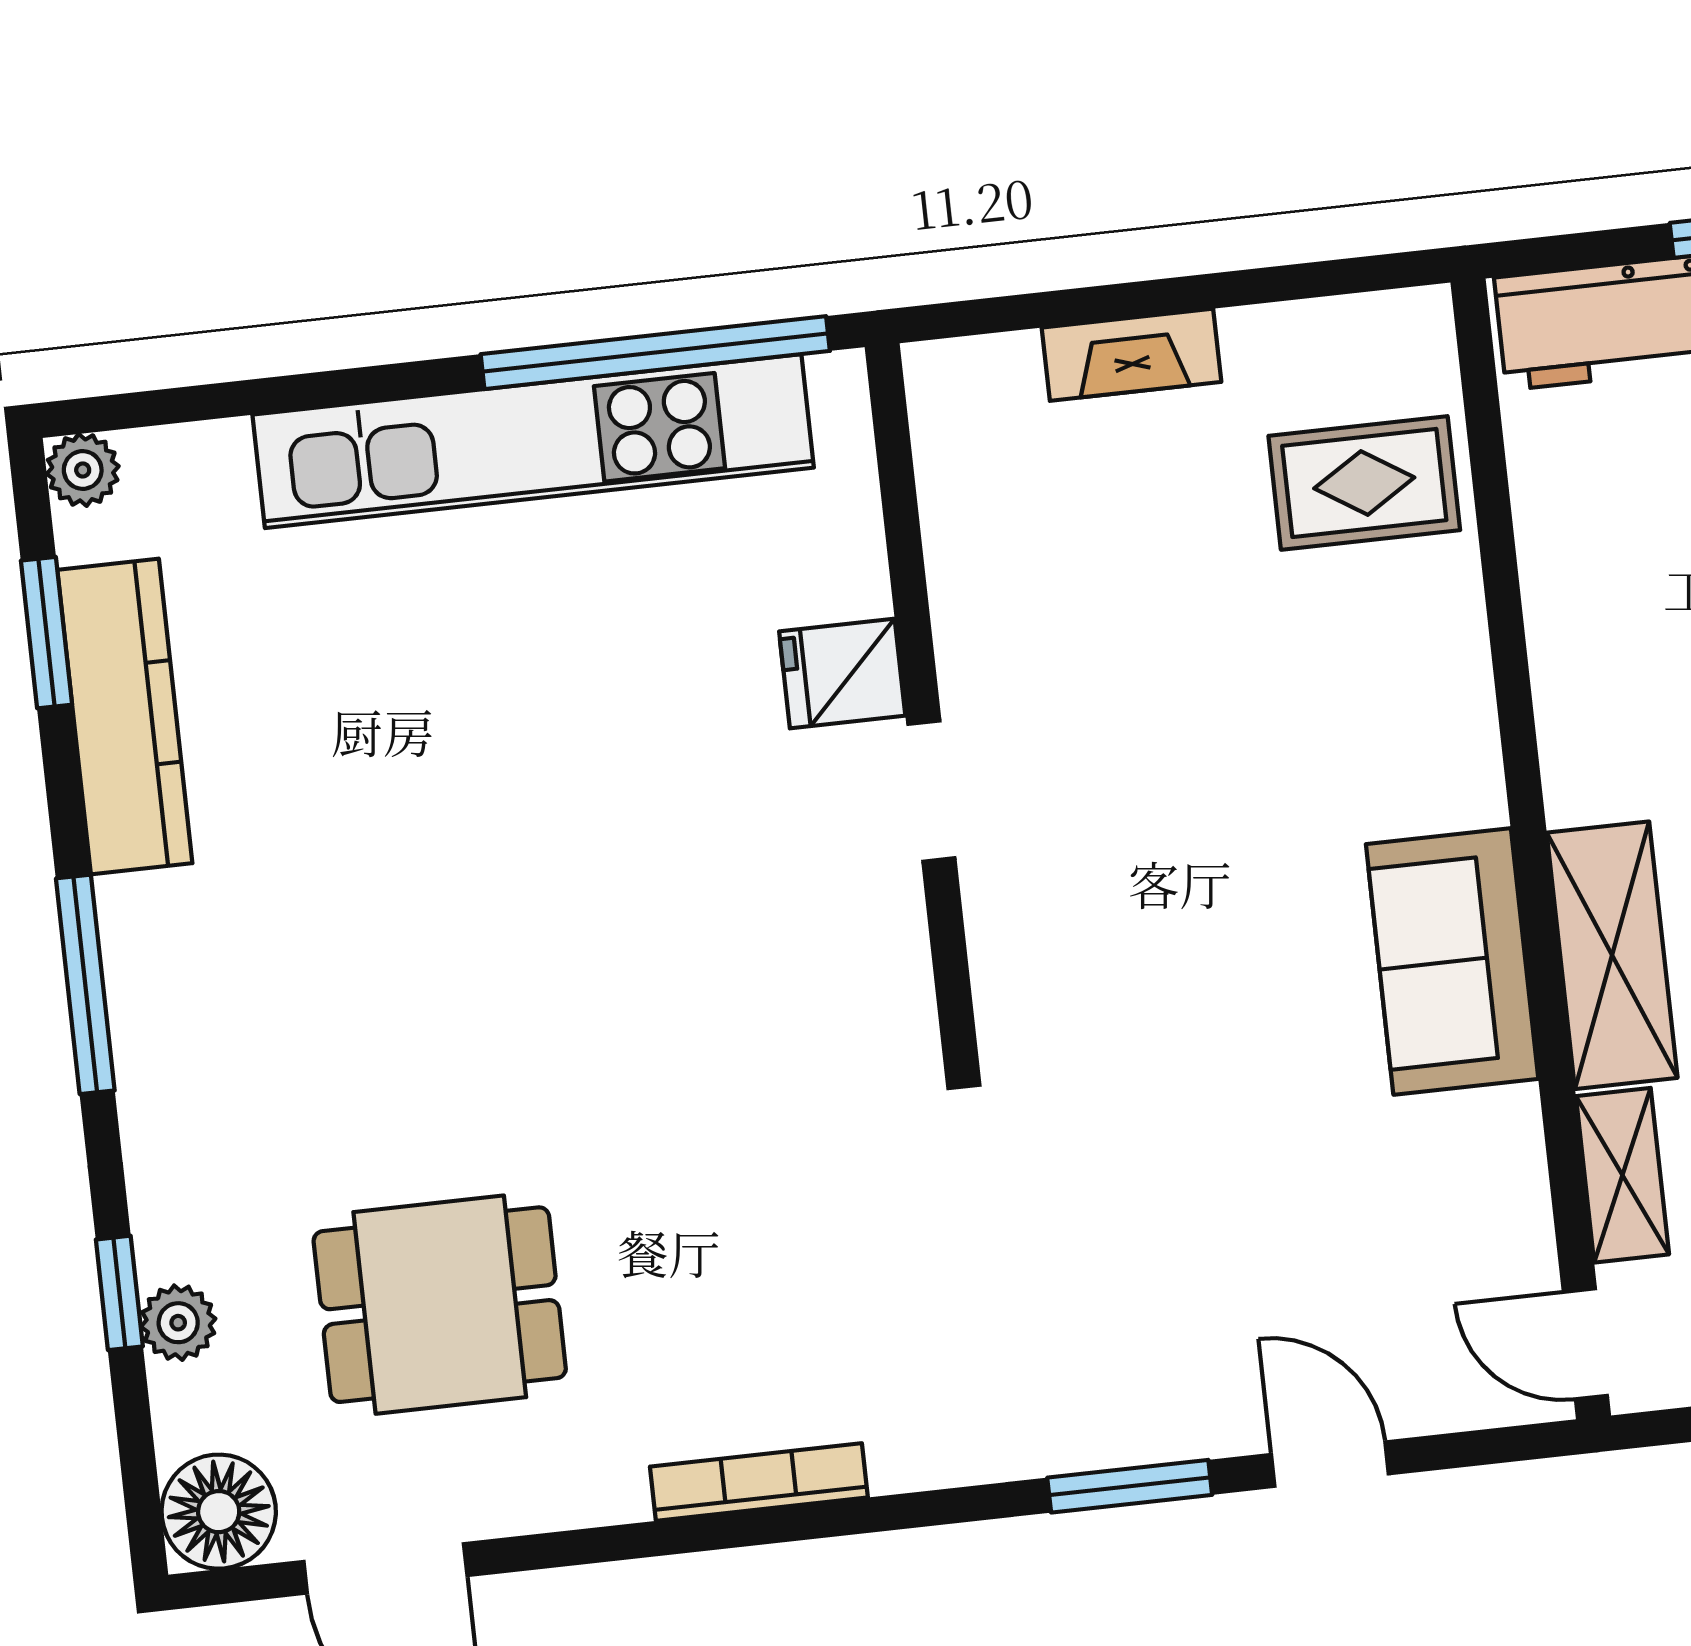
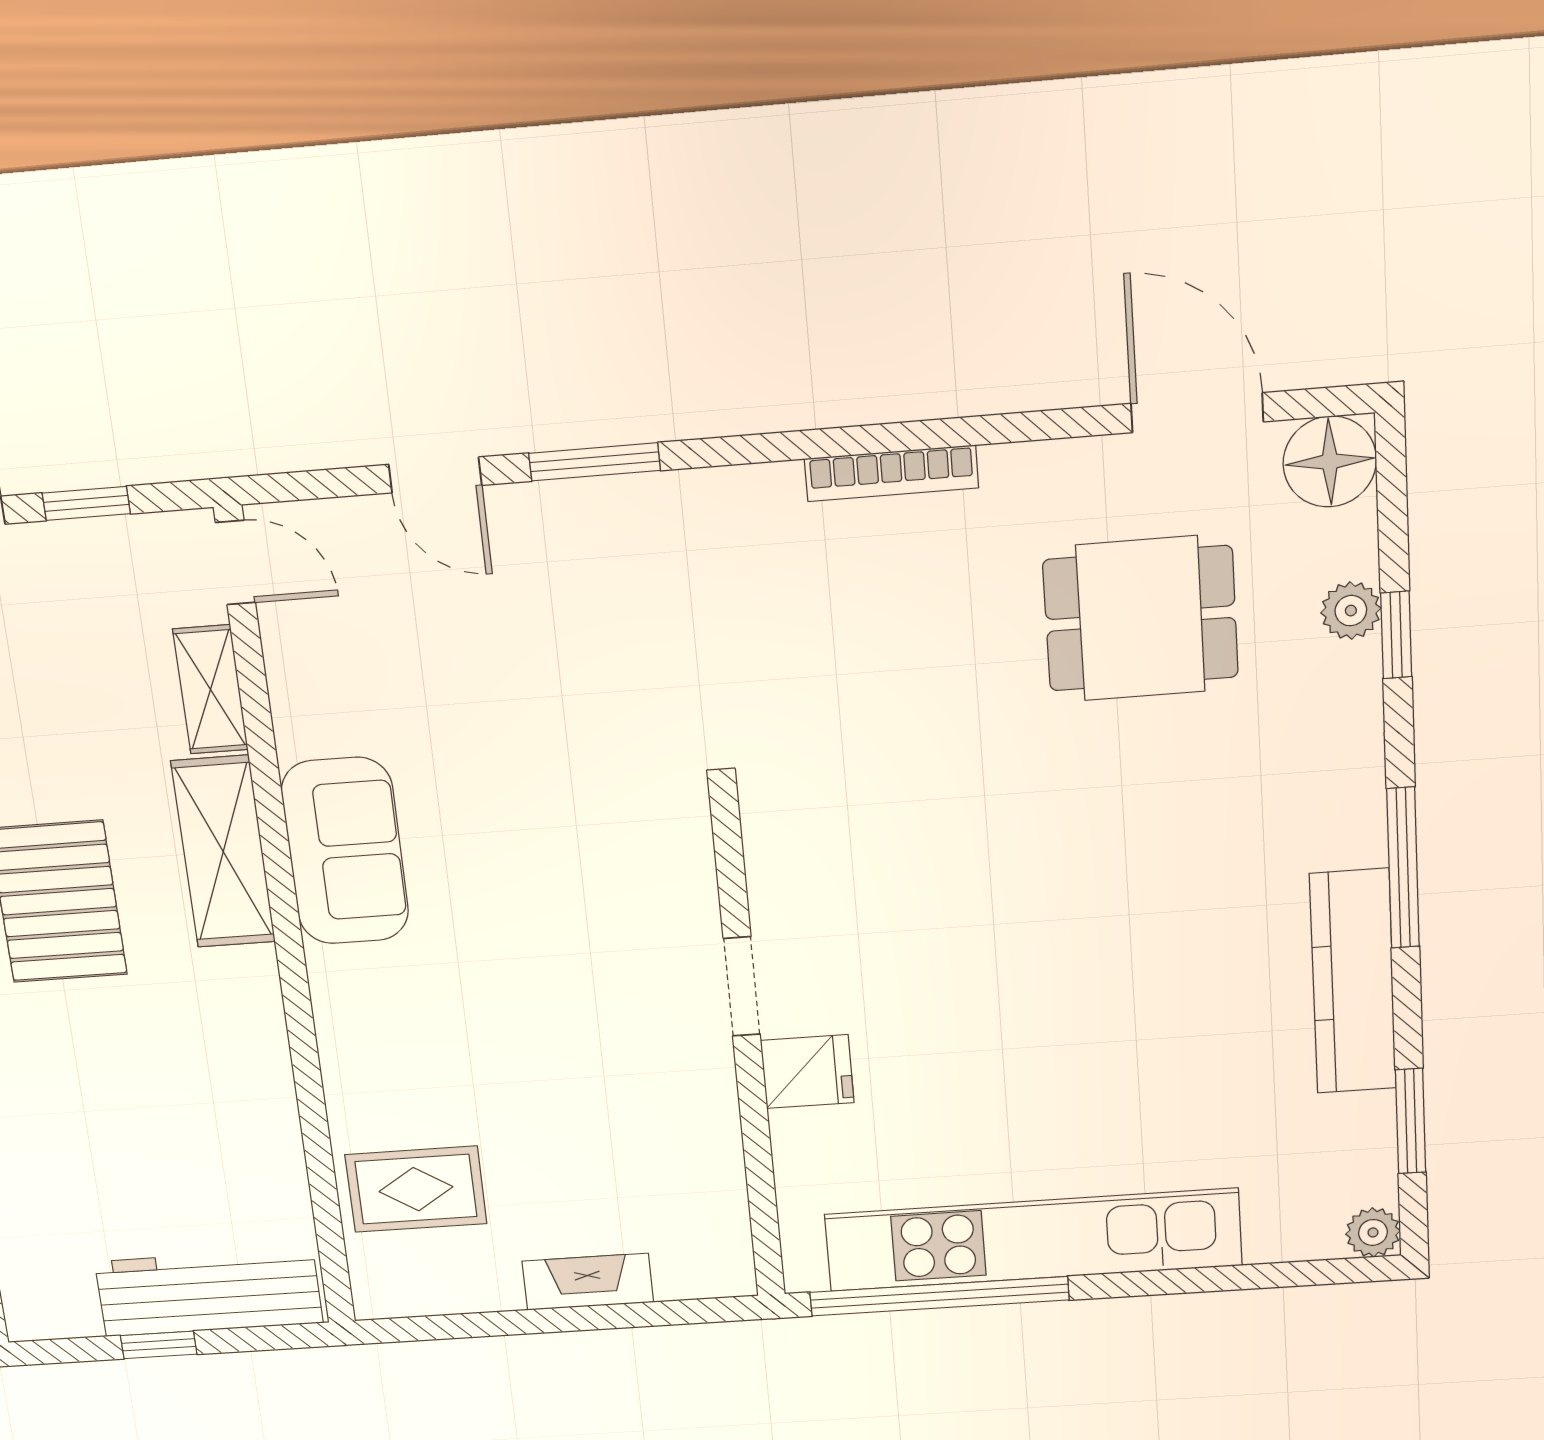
kitchen counter: (125, 717) -> (1353, 982), moved

